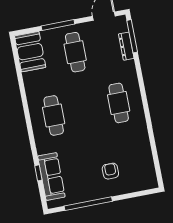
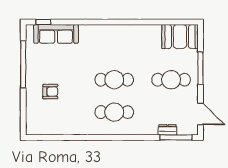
dresser: (126, 46) -> (167, 130), width x0.70
cafe table: (54, 115) -> (114, 80), moved
window: (38, 173) -> (43, 22), moved

